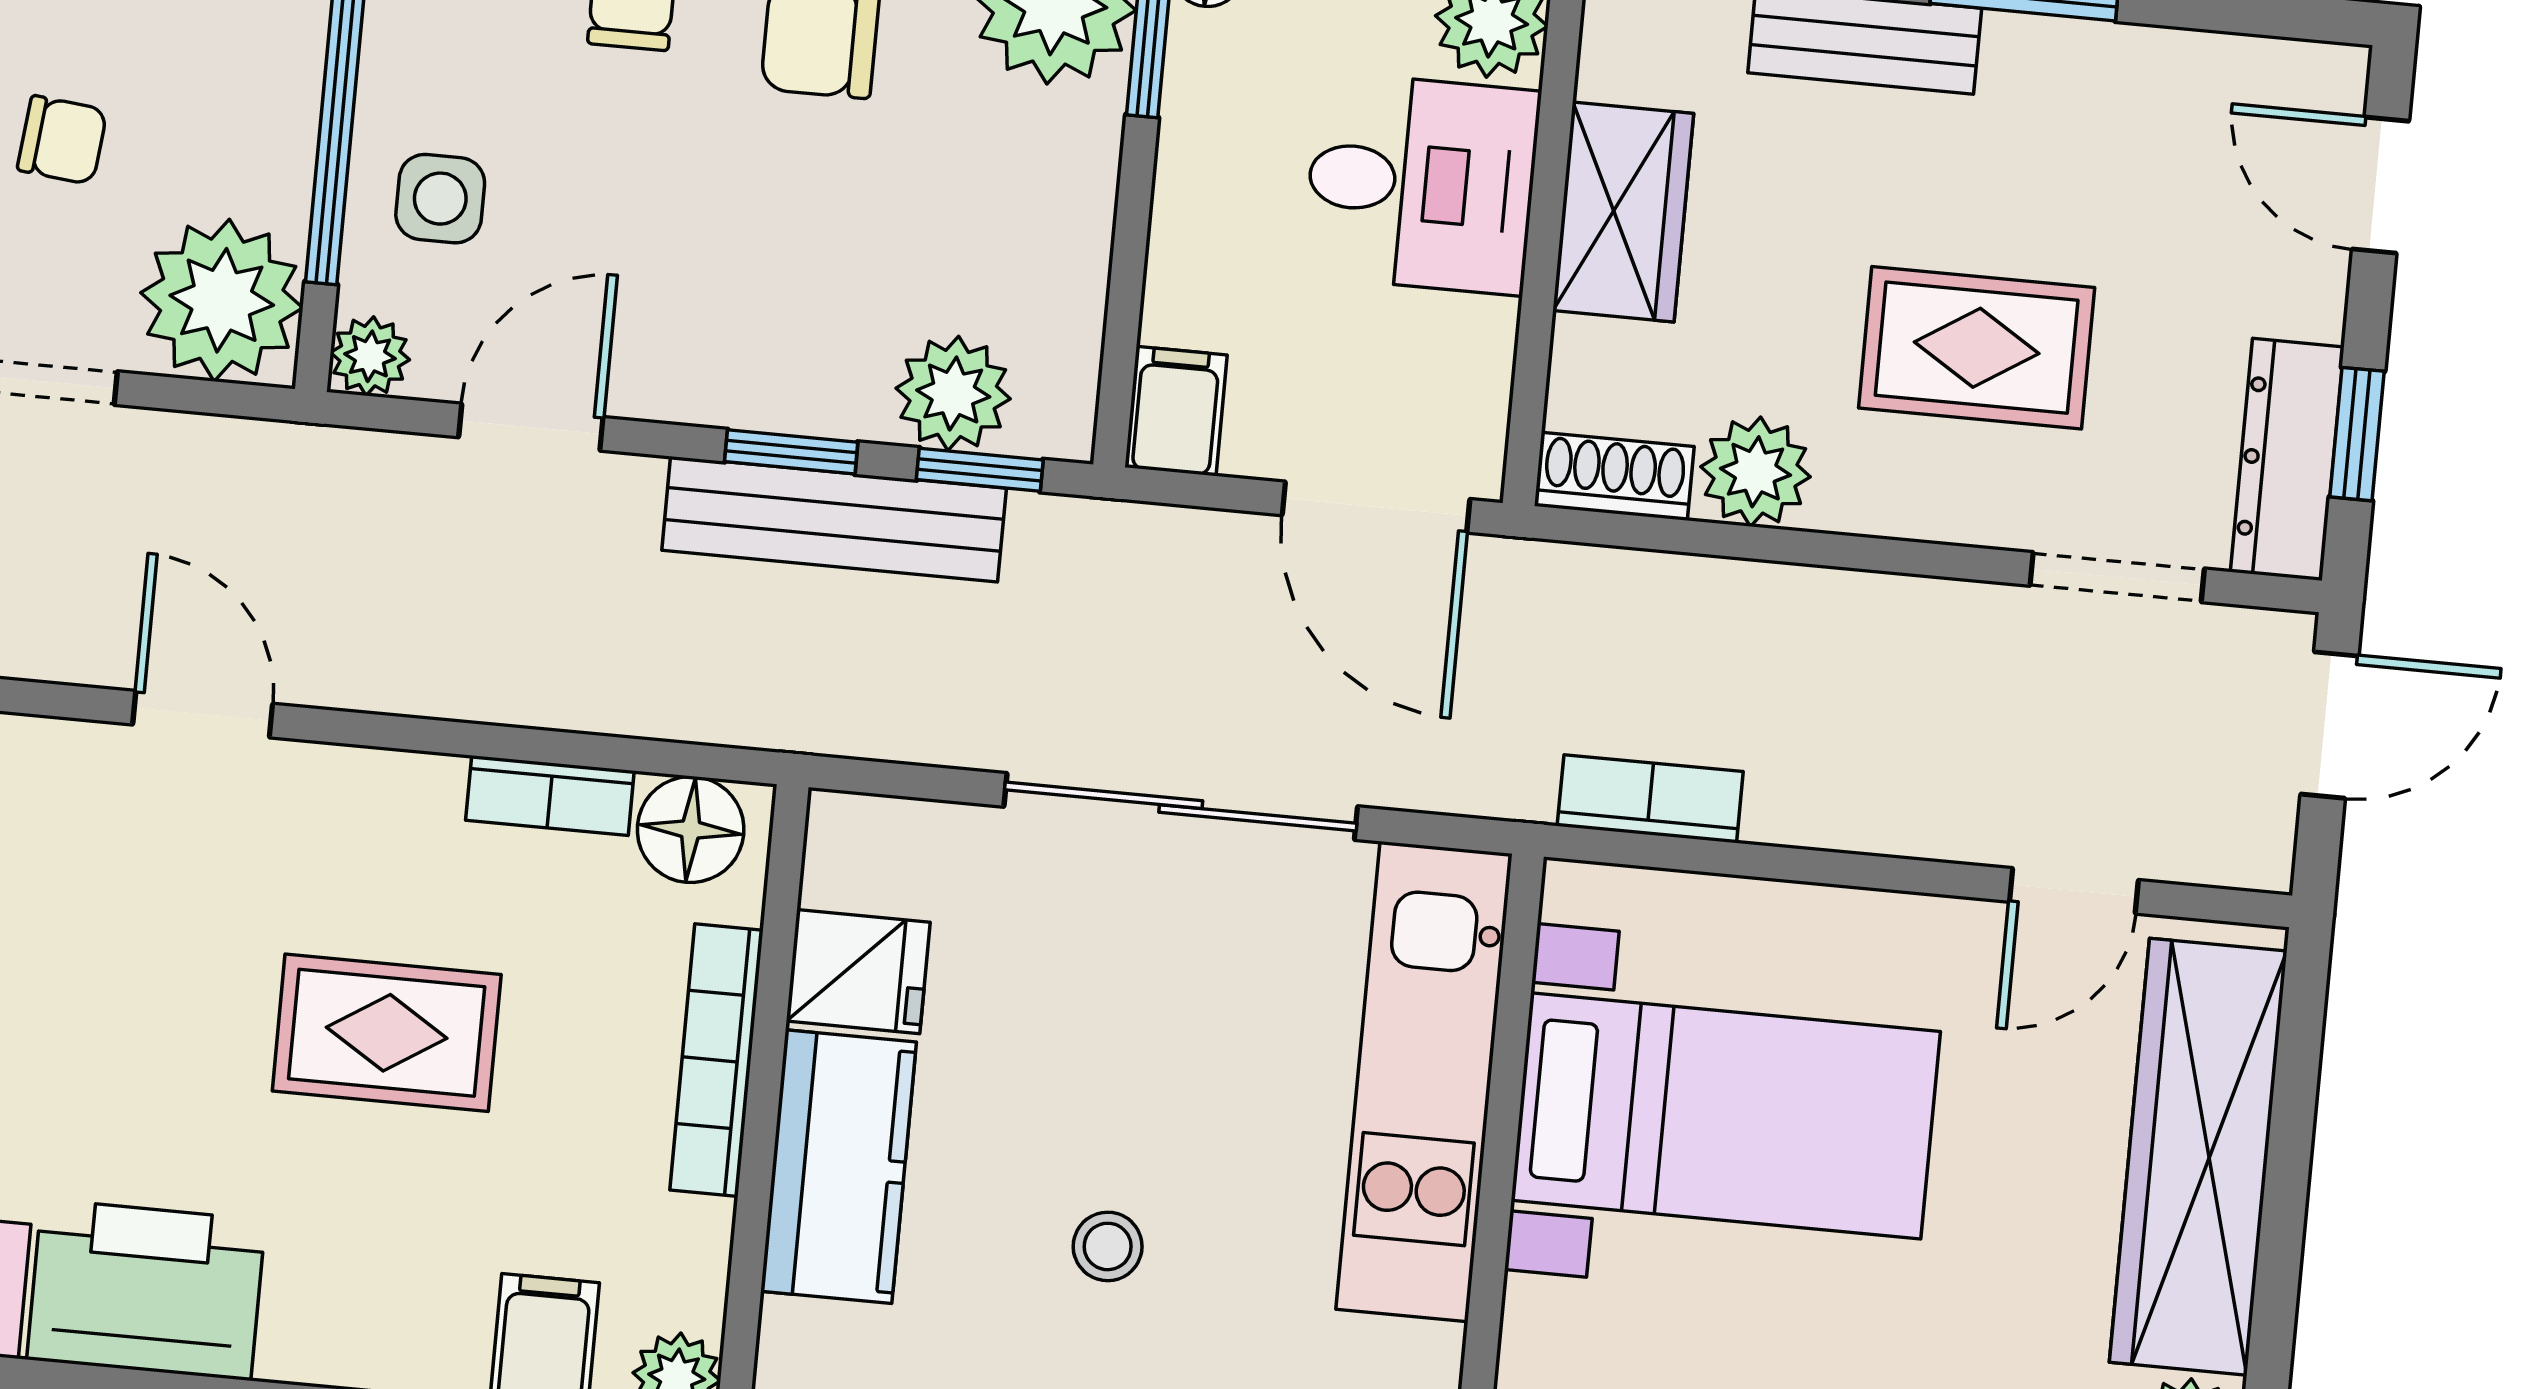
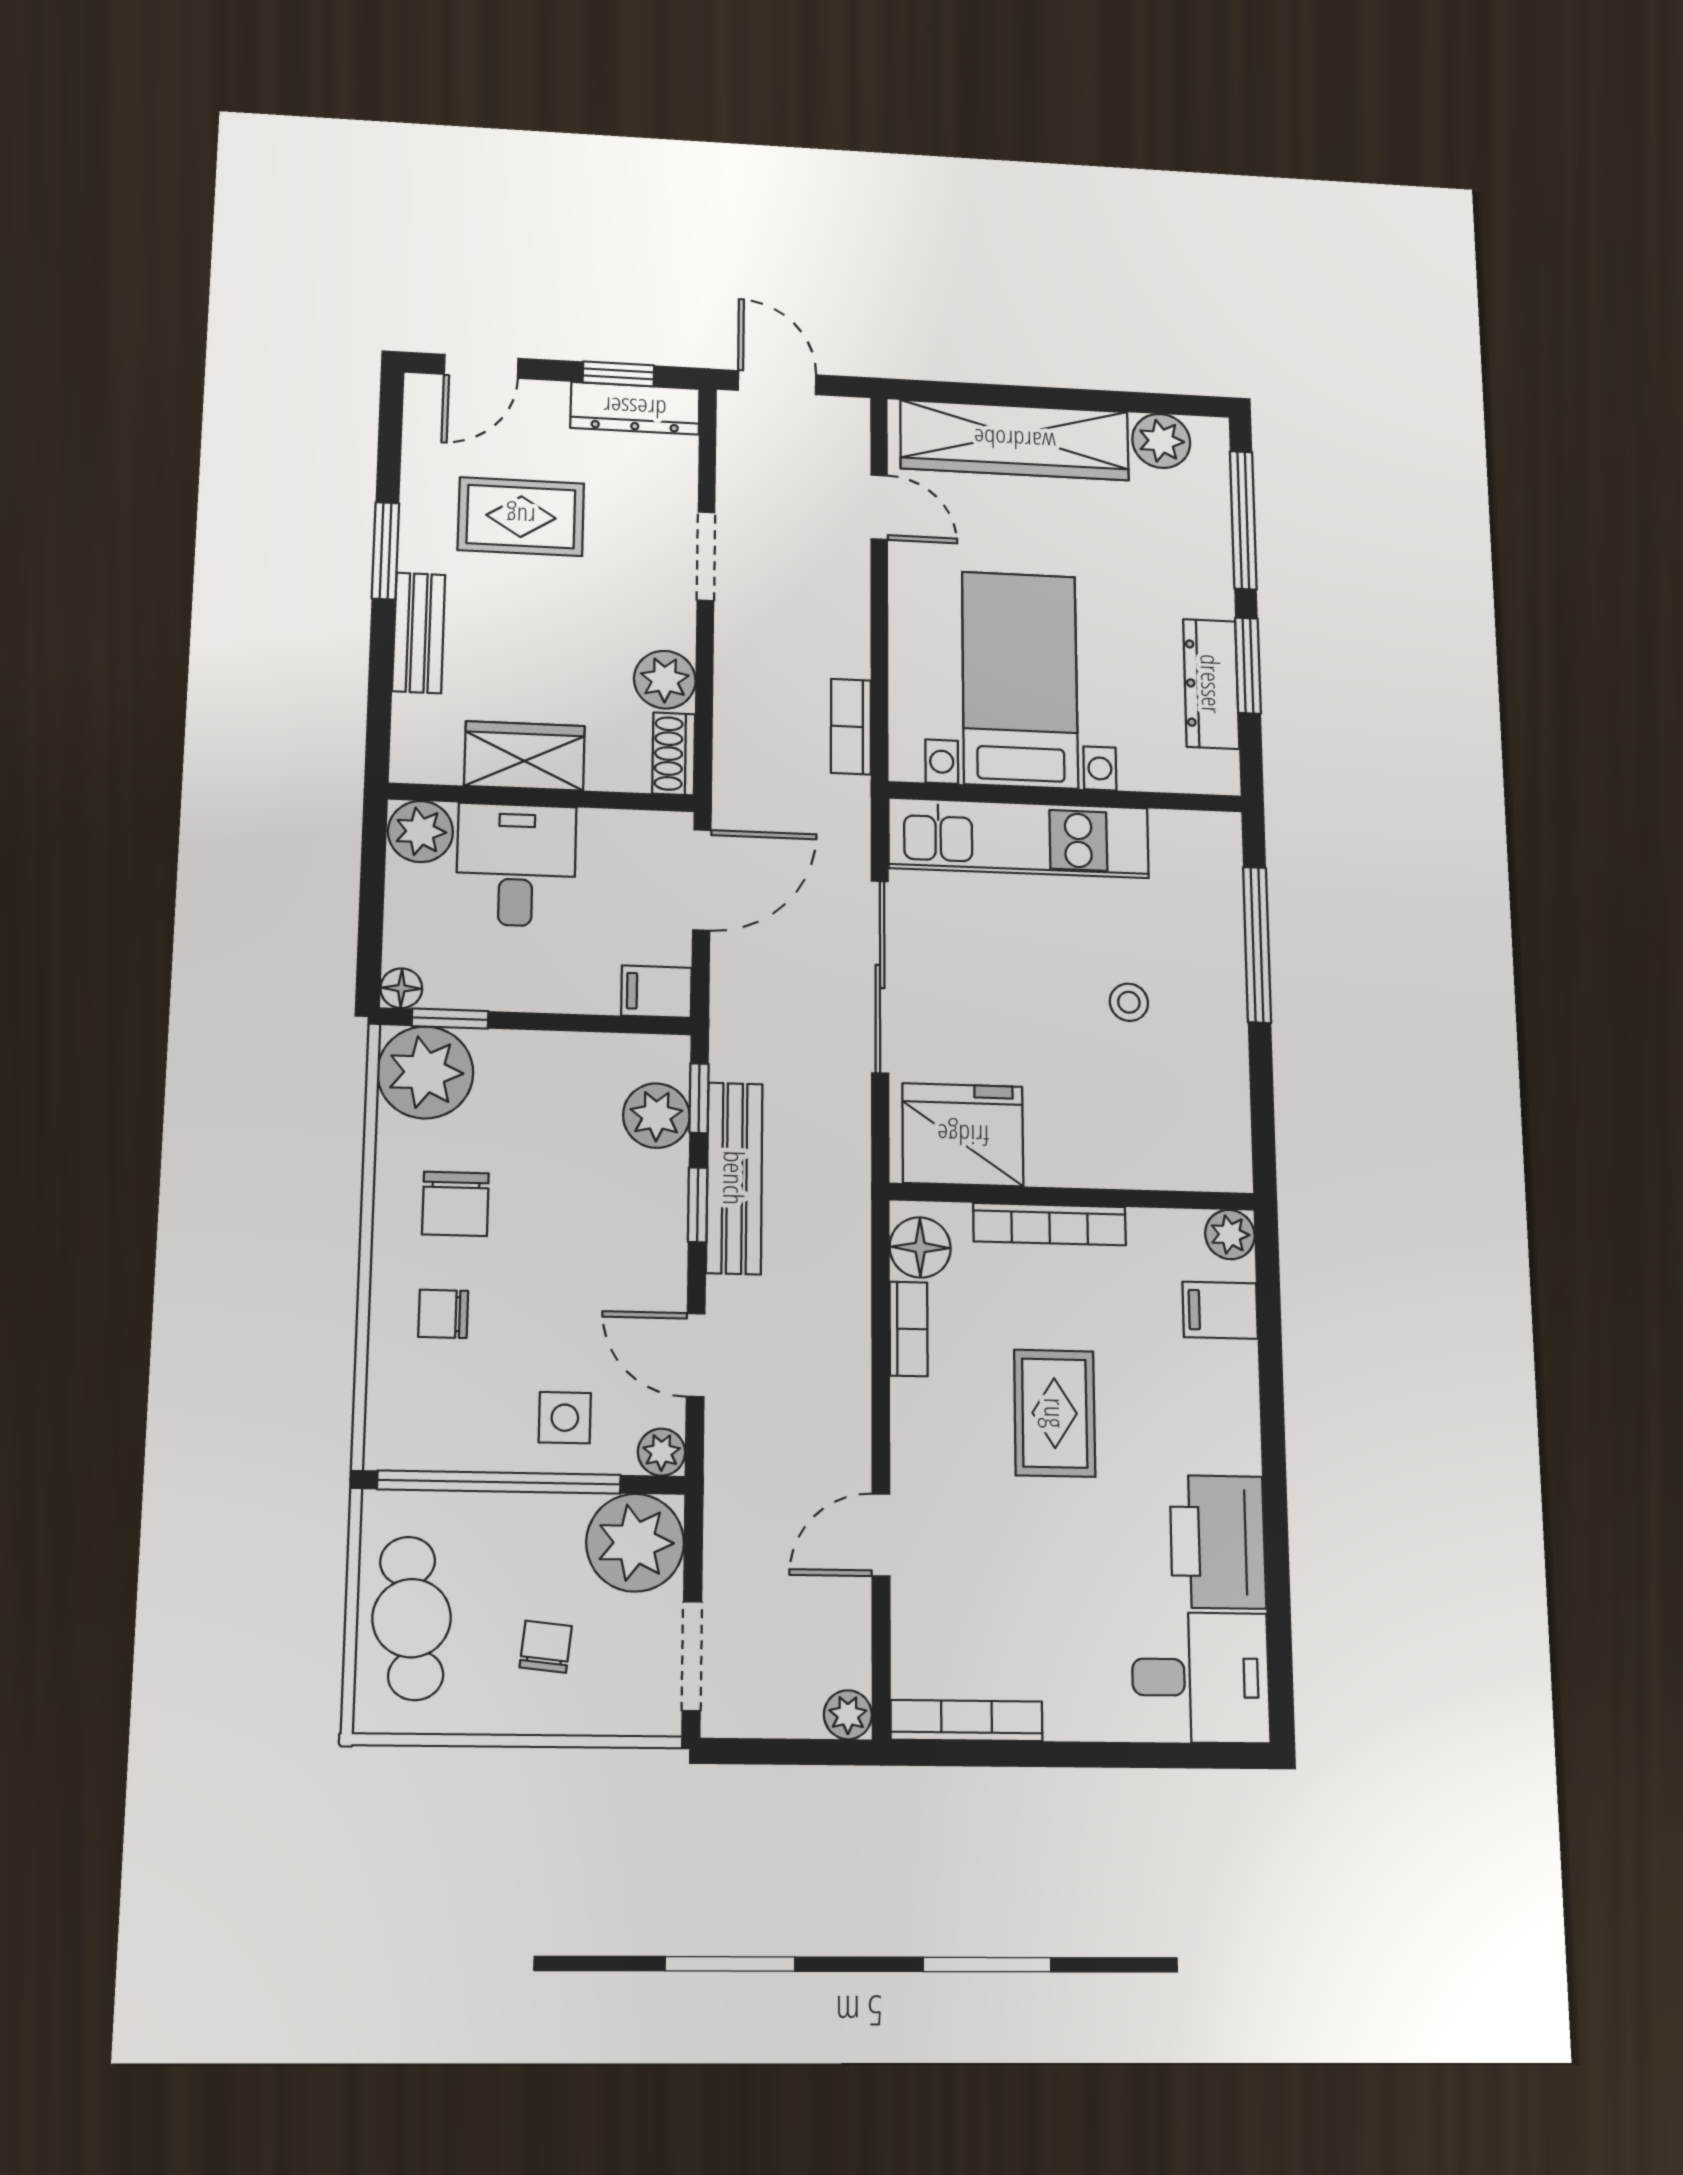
rug: (1977, 348) -> (521, 517), moved, turned 90
doorway: (2117, 577) -> (706, 556), moved
fridge: (858, 972) -> (963, 1135), width x1.88, depth x1.34
kitchen counter: (839, 1167) -> (1102, 1152), removed

